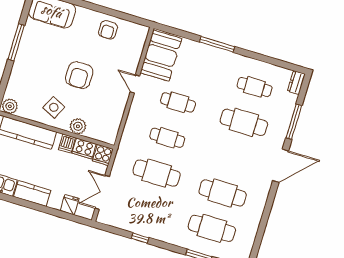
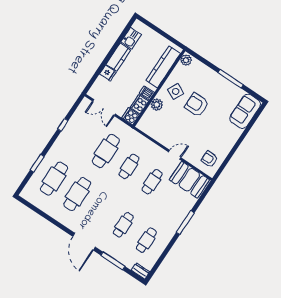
armchair: (108, 30) -> (209, 159), moved
armchair: (79, 75) -> (197, 105), moved
cafe table: (244, 122) -> (123, 225), width x0.73, depth x0.74
double door: (102, 192) -> (104, 108), swing flipped
fridge: (69, 205) -> (108, 73), moved

